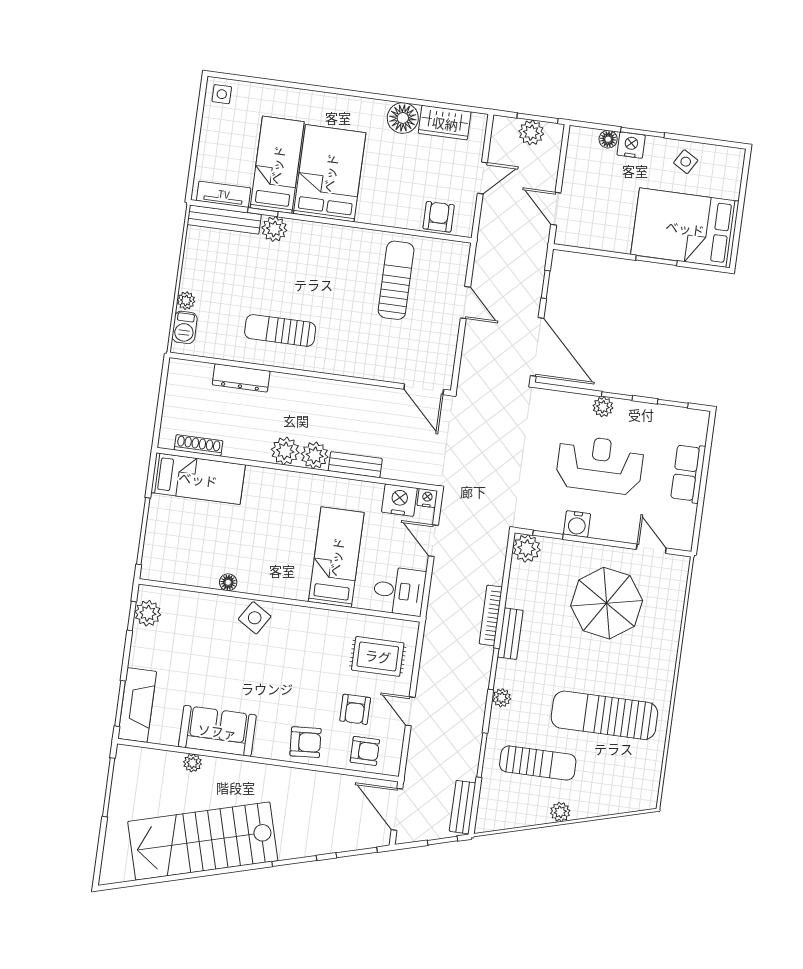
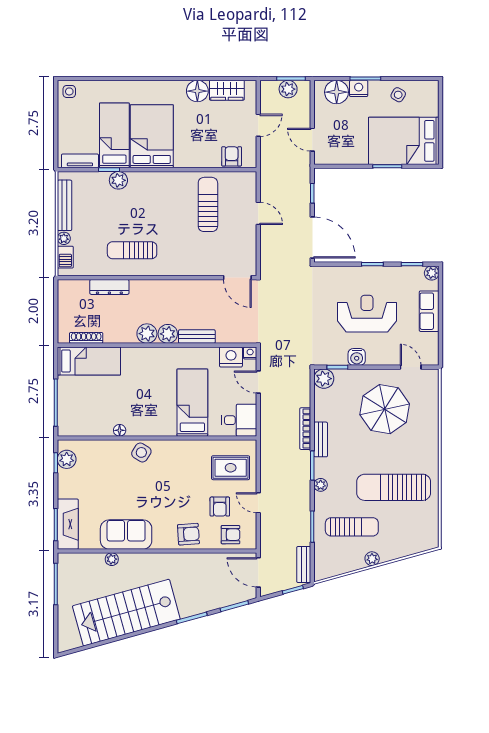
floor lamp: (608, 139) -> (337, 92), width x1.89, depth x1.89
bench: (224, 220) -> (65, 205), moved, turned 90
plant: (603, 407) -> (432, 273), moved

